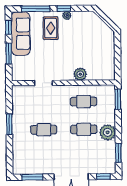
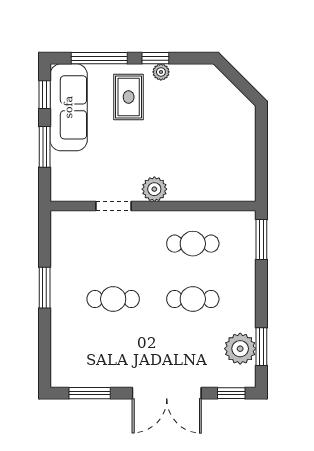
plant: (80, 74) -> (154, 189), moved
plant: (108, 132) -> (240, 349), moved

